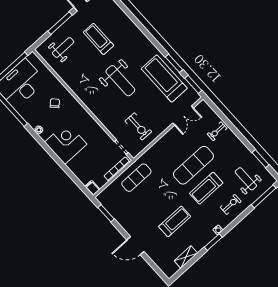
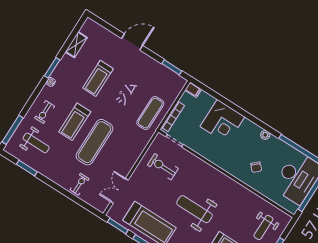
corner desk: (66, 143) -> (222, 122), moved
treadmill: (206, 188) -> (75, 122), turned 180

